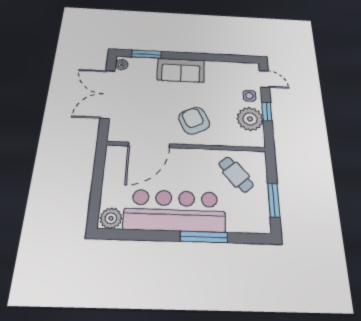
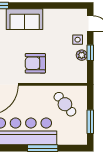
plant: (250, 119) -> (82, 55), width x0.53, depth x0.53
armchair: (194, 121) -> (35, 63), turned -65

